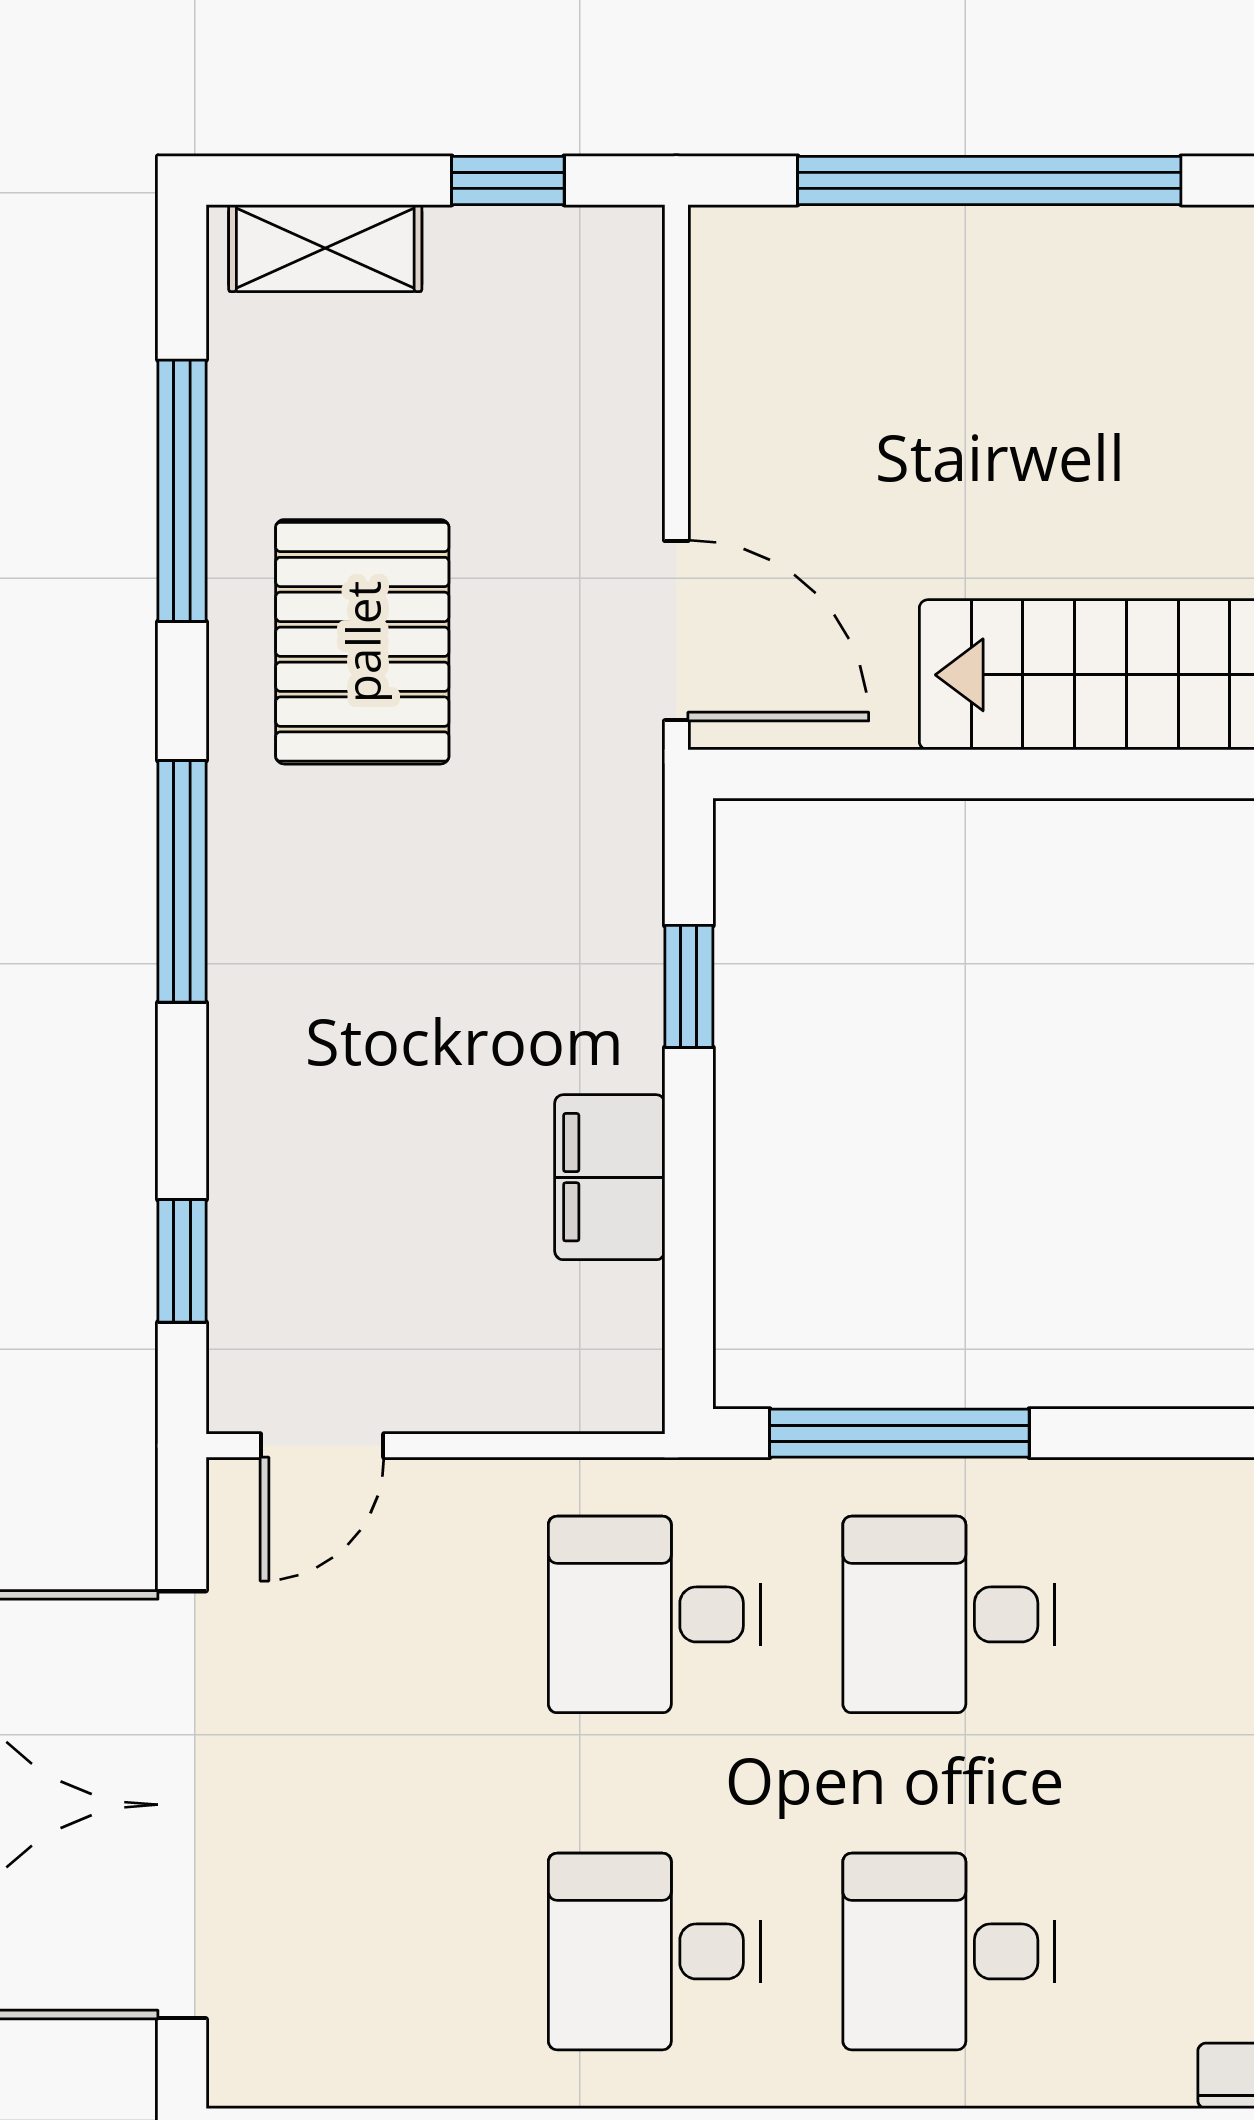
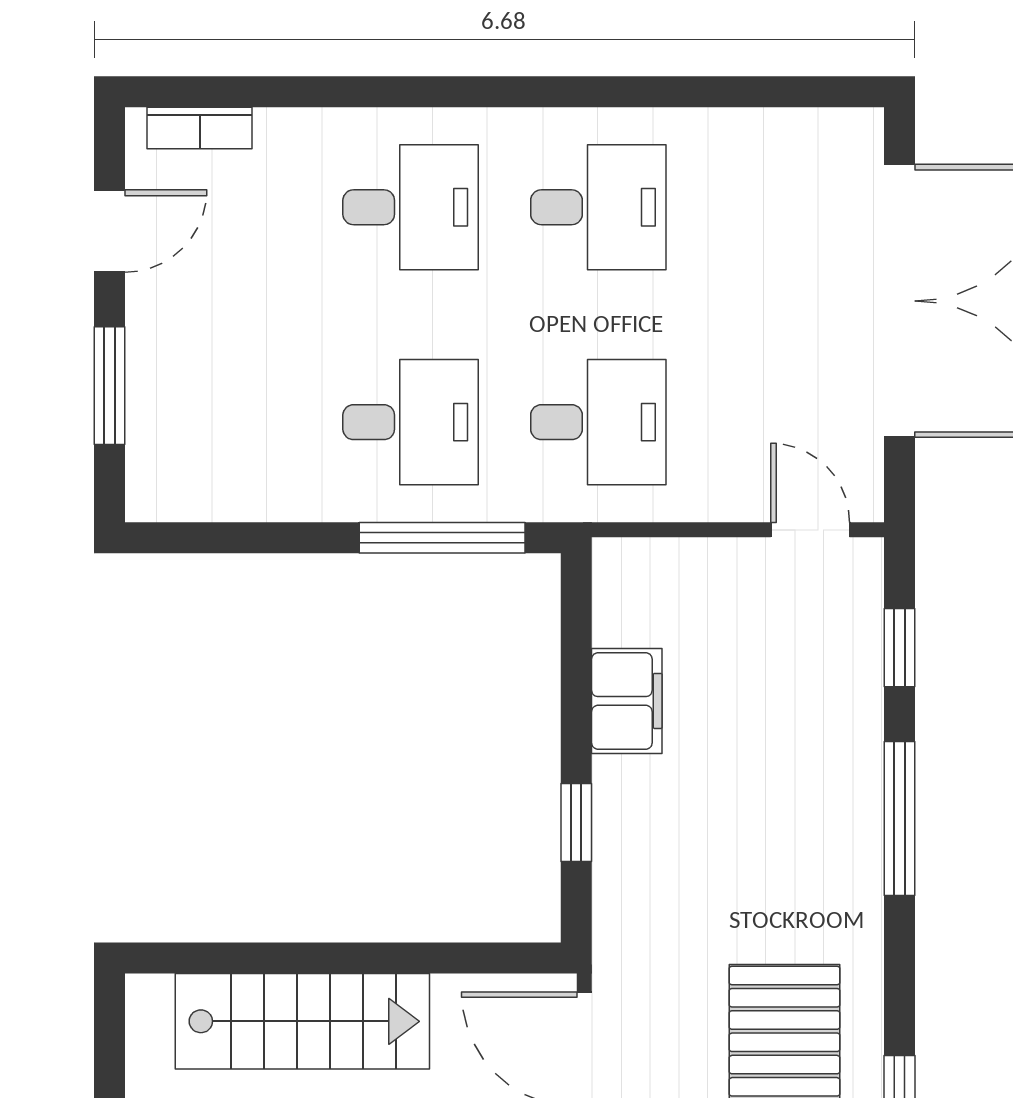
window: (182, 881) -> (900, 818), moved
door: (322, 1446) -> (810, 530), hinge flipped

